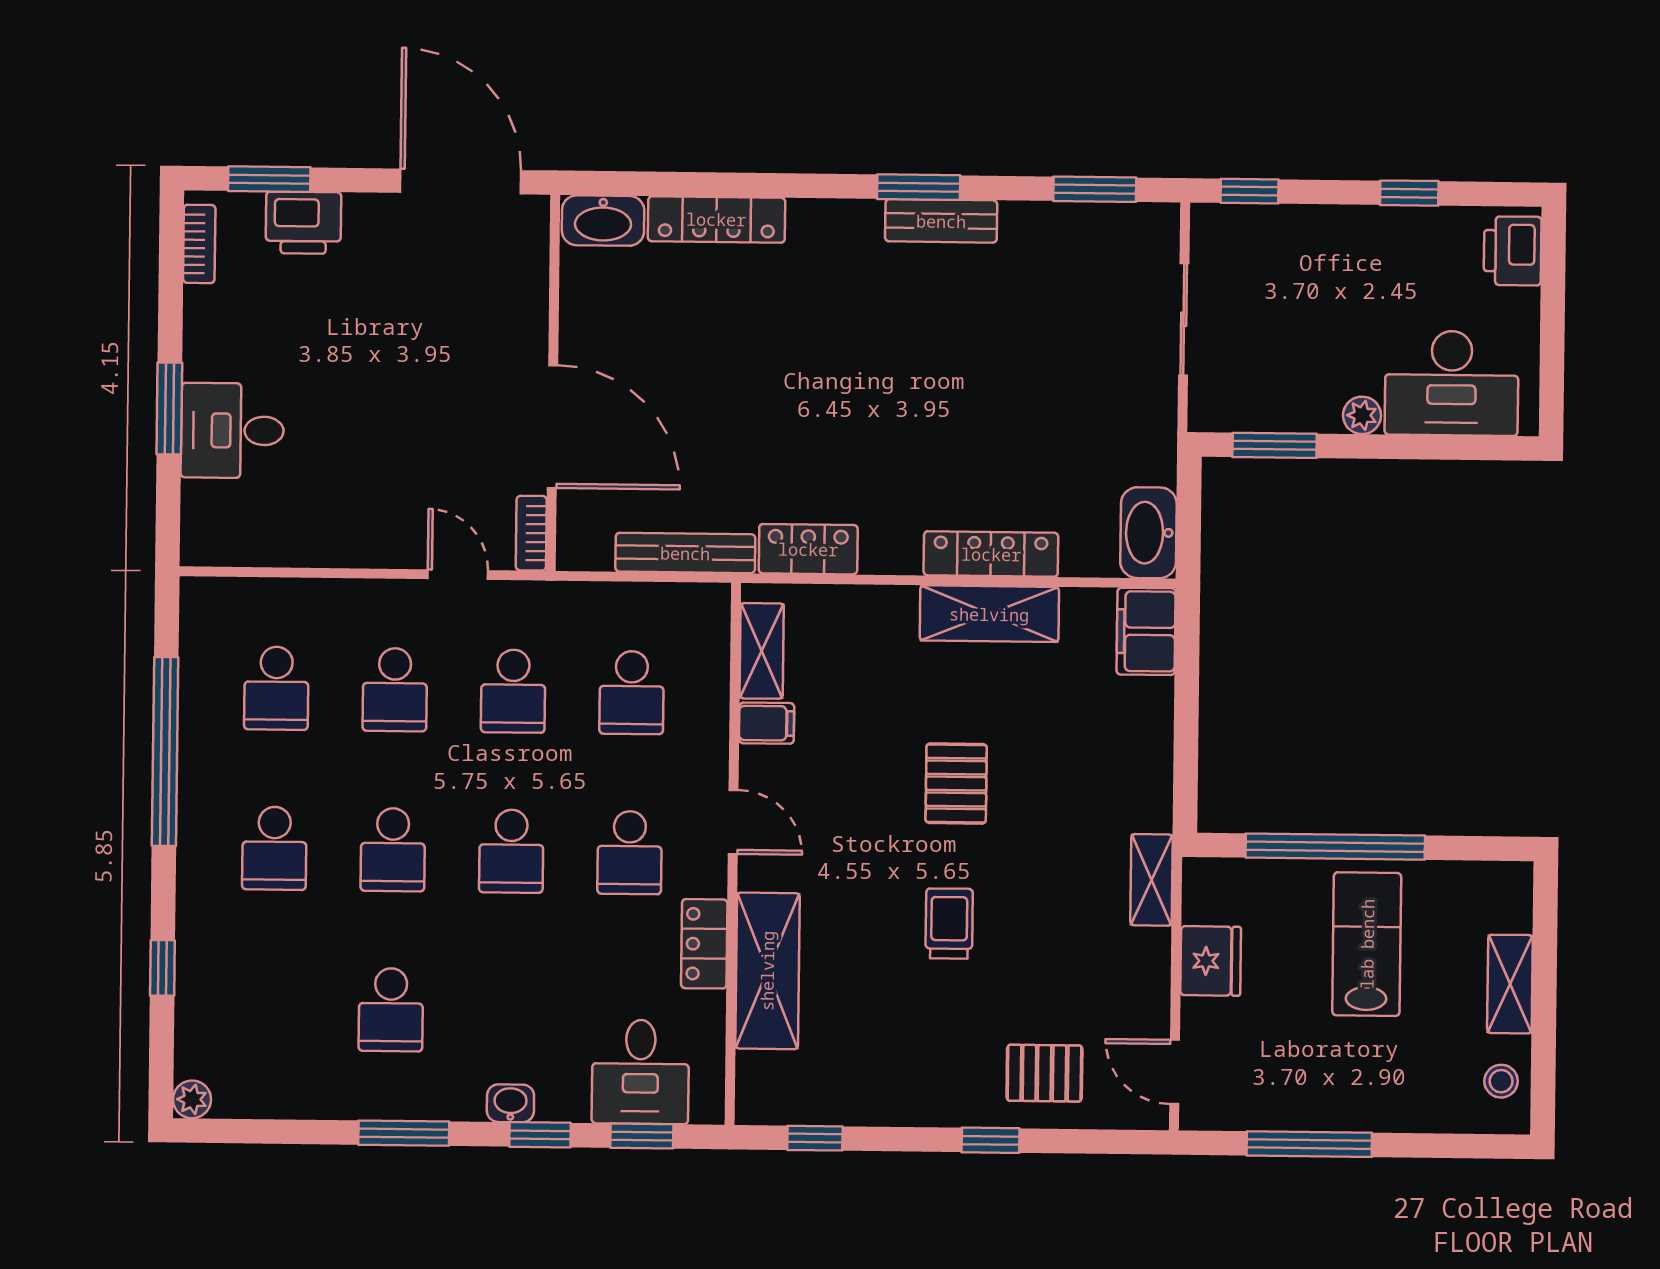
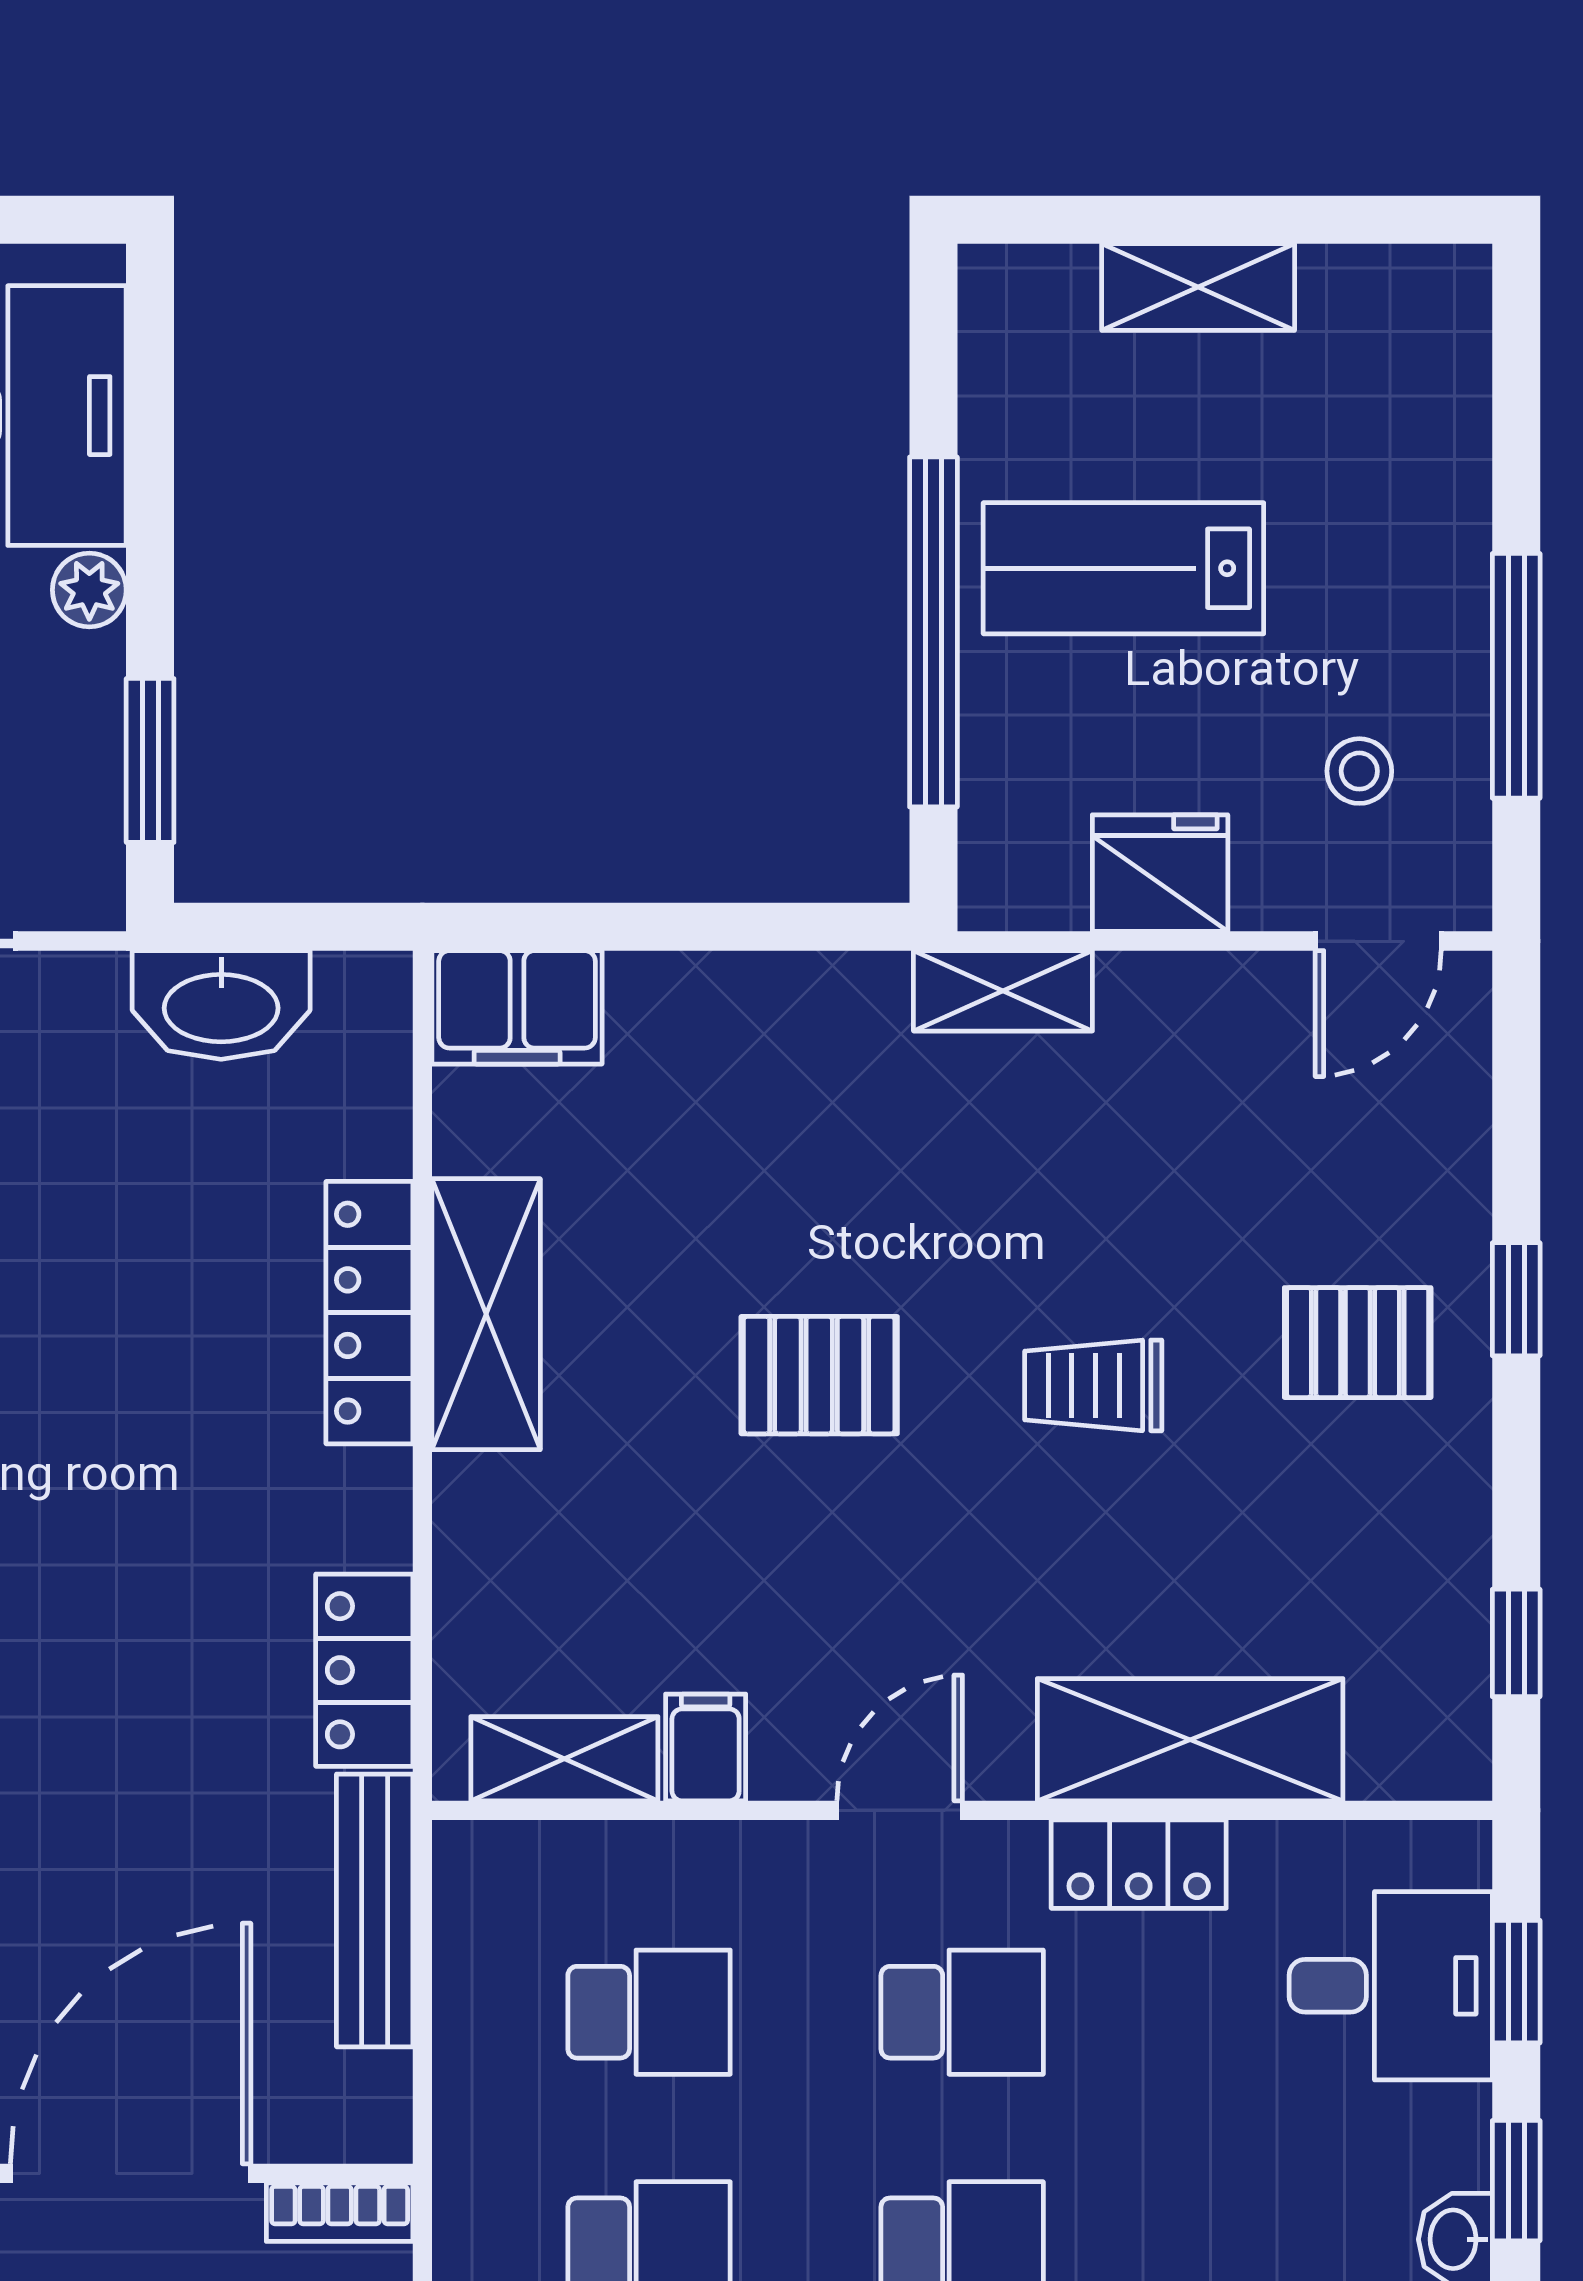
washbasin: (1148, 533) -> (221, 1005), moved
pallet: (1044, 1073) -> (1358, 1343), moved, turned 90
stool: (1501, 1081) -> (1359, 771), moved

